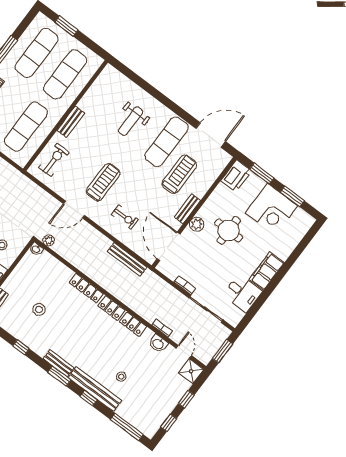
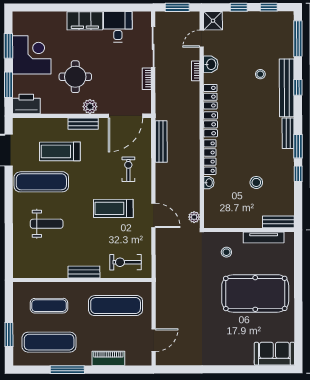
exercise mat: (65, 74) -> (49, 306), width x0.73, depth x0.69
washbasin: (36, 249) -> (209, 183), moved
window: (59, 376) -> (298, 146), moved

